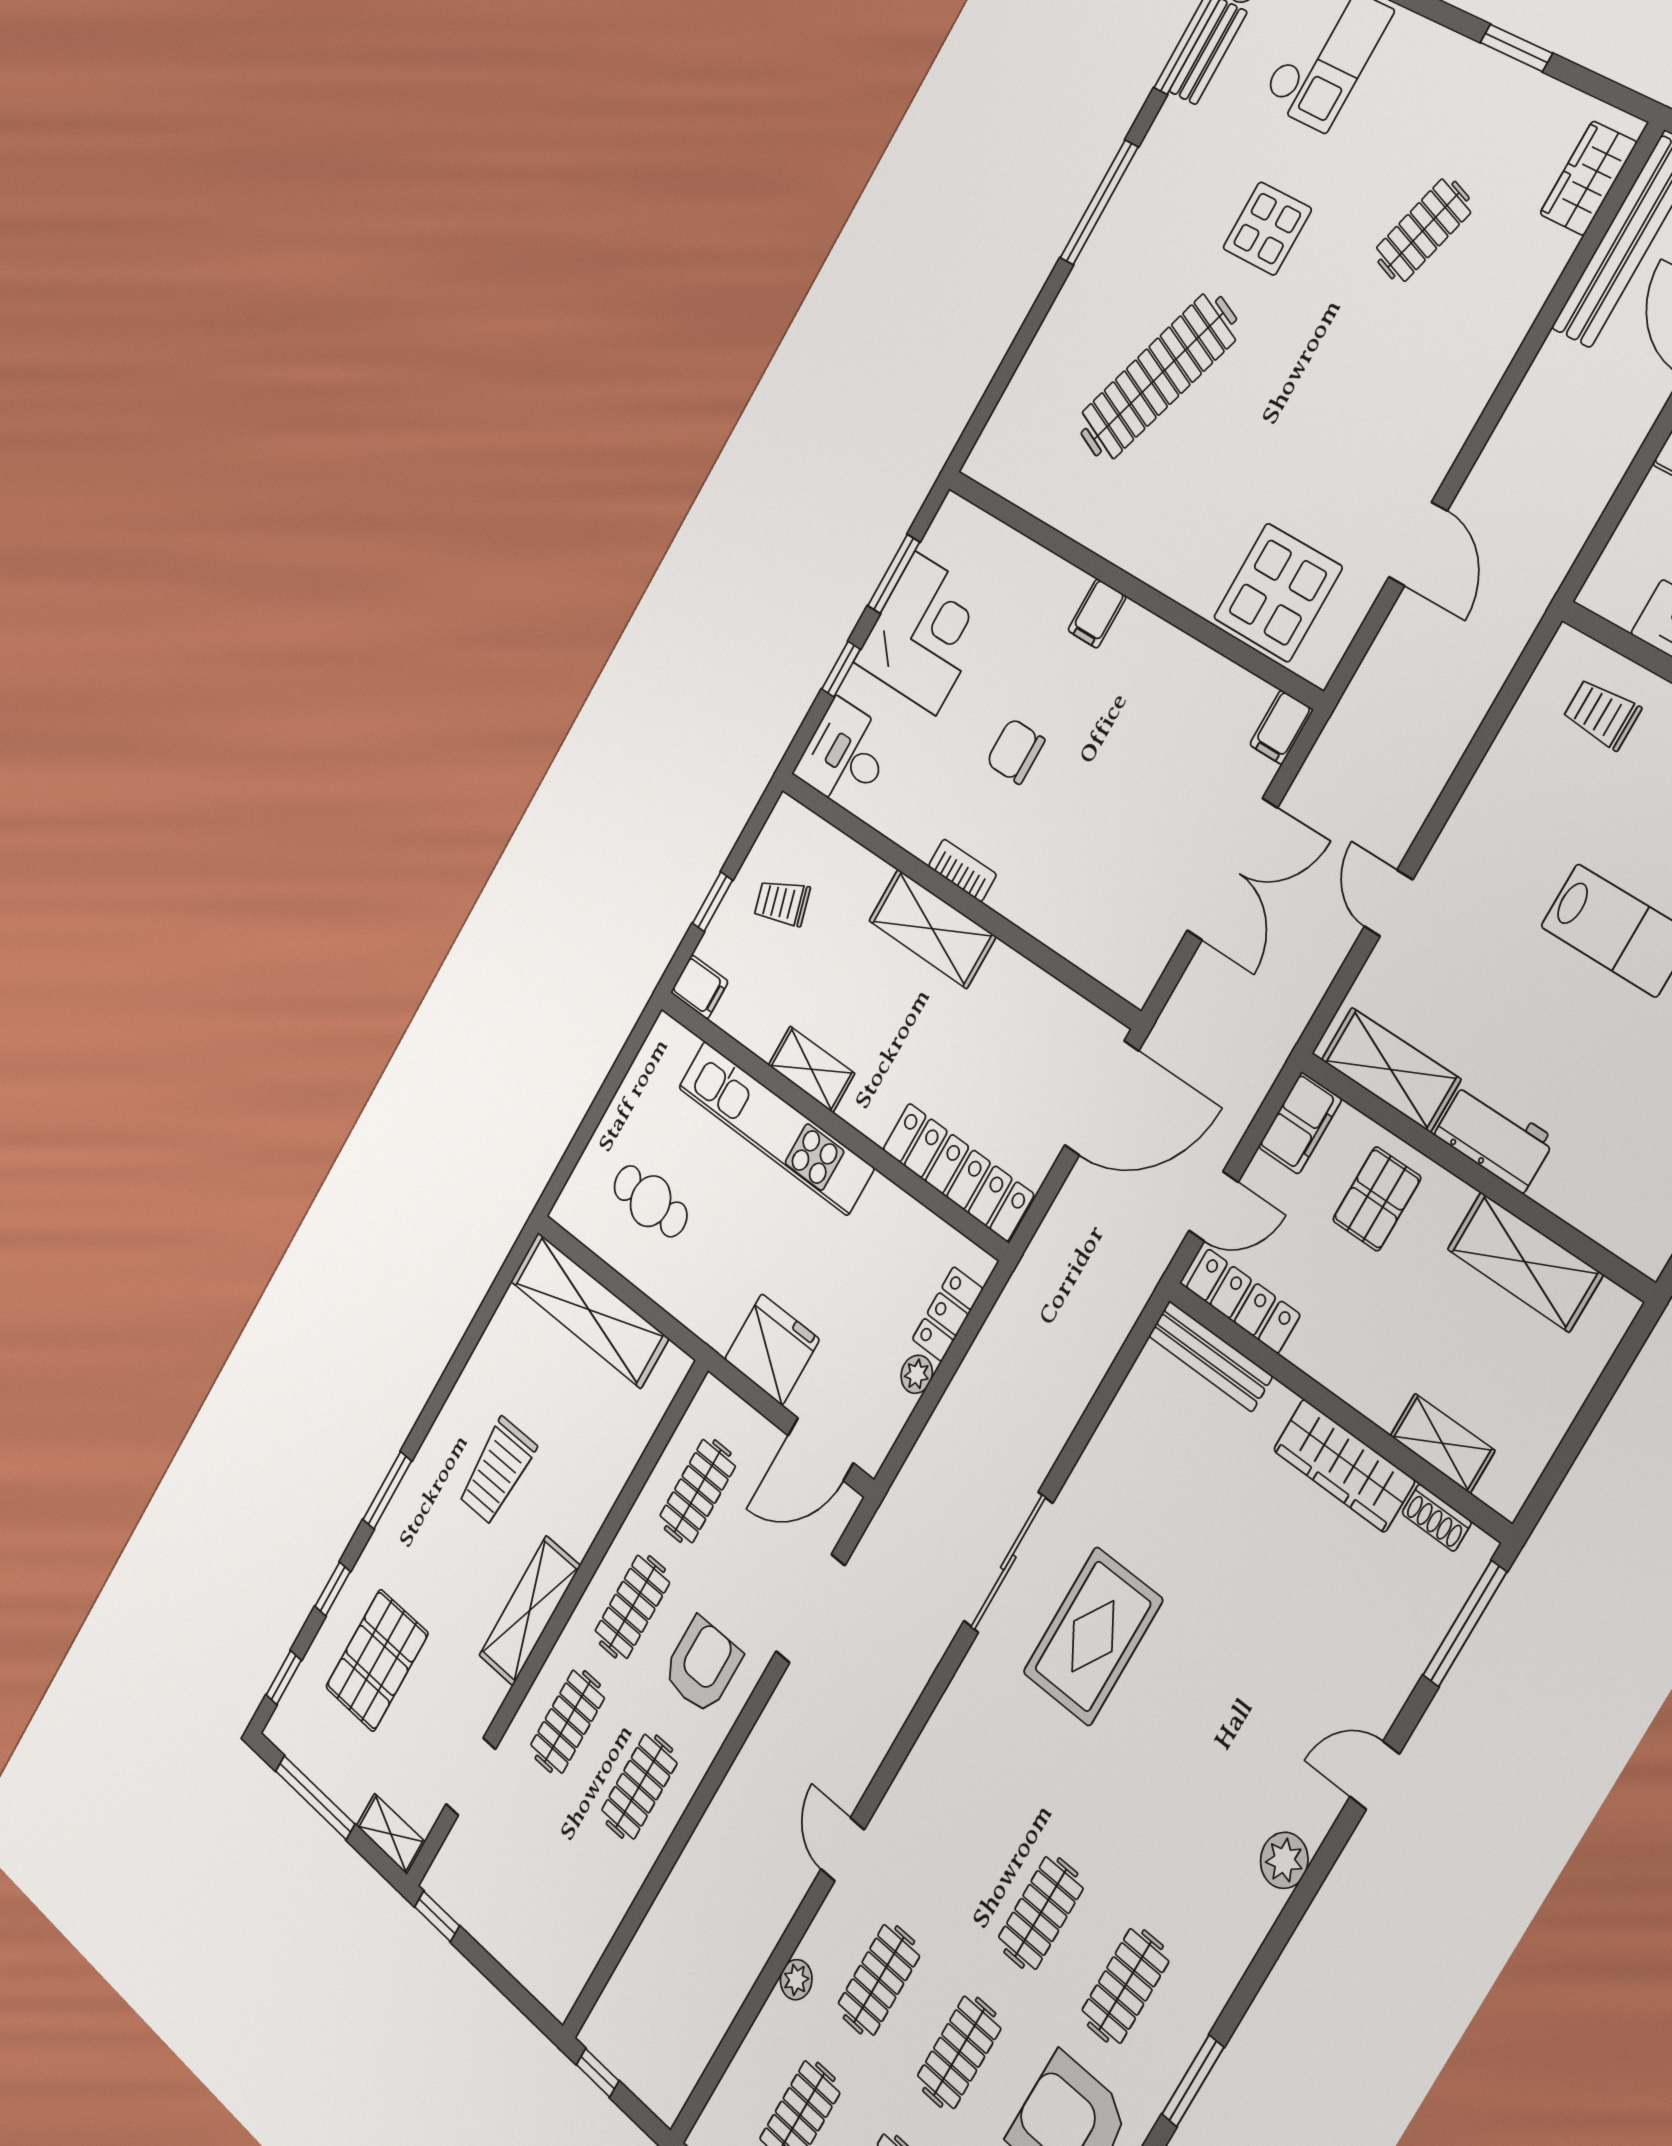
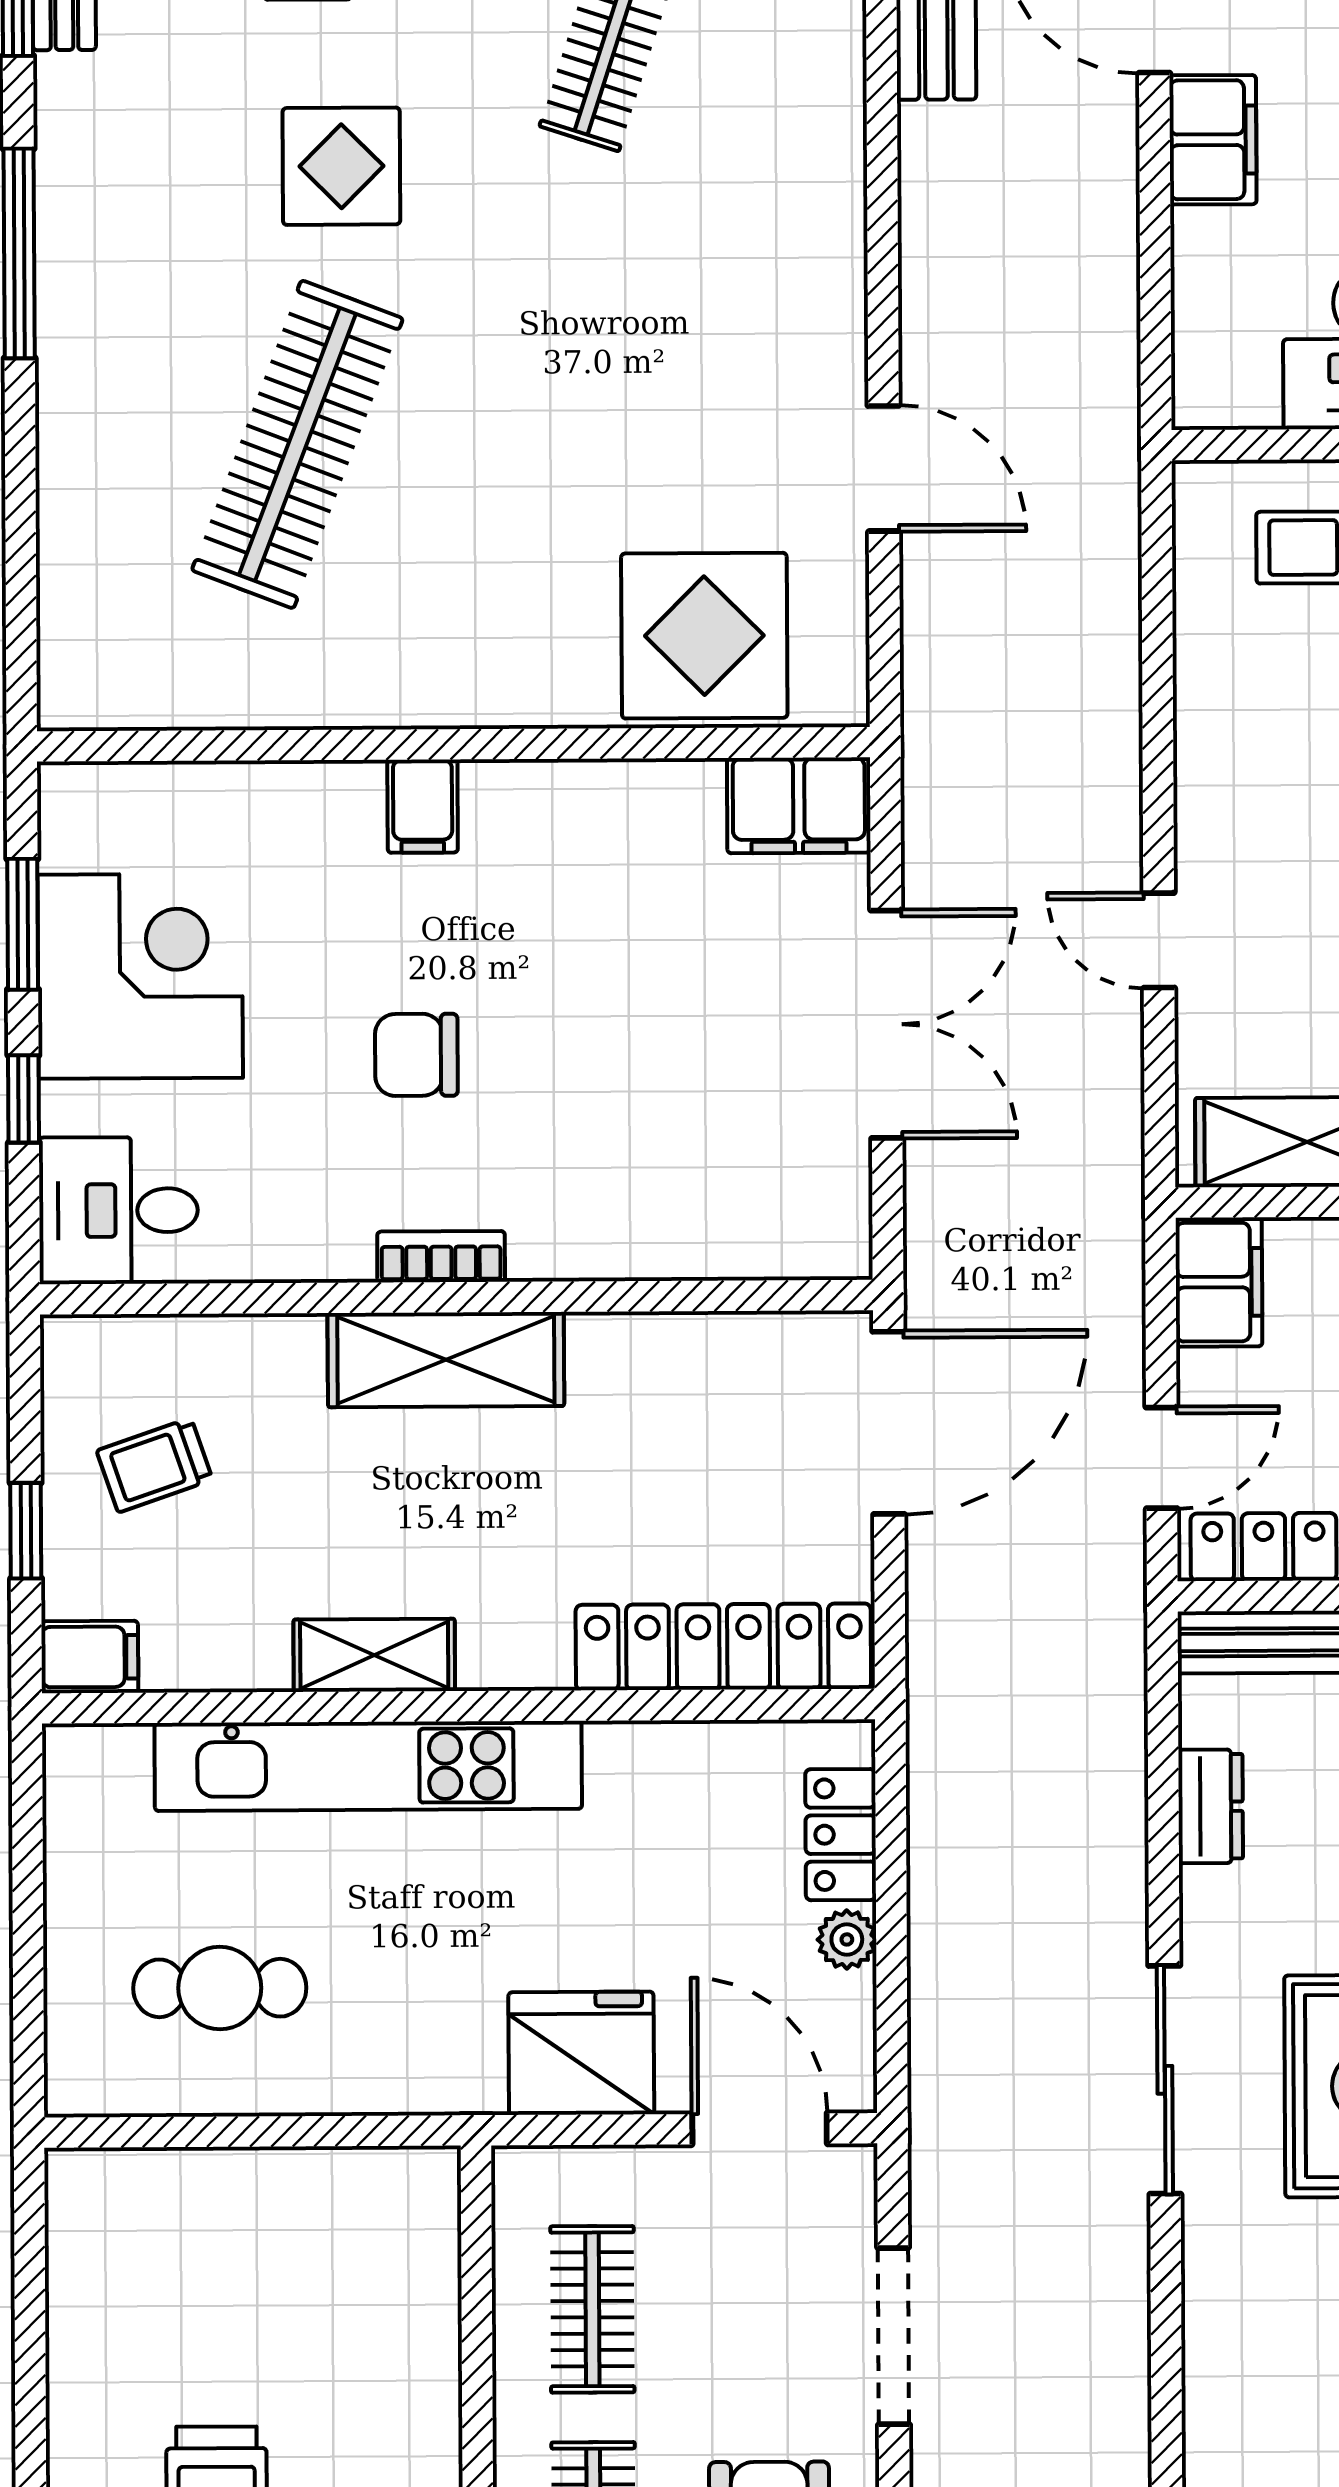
filing cabinet: (1281, 727) -> (799, 805), width x2.00
shelving: (589, 1310) -> (218, 2194), removed
dresser: (1119, 1423) -> (1211, 1806), added
door: (821, 1449) -> (760, 2129), swing flipped

